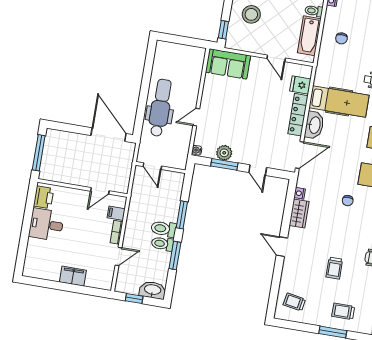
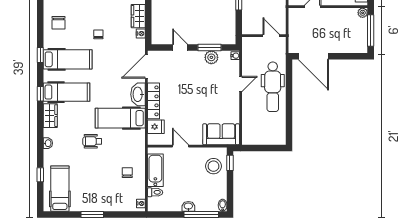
stool: (251, 14) -> (213, 166), moved
plant: (44, 174) -> (363, 13), added

